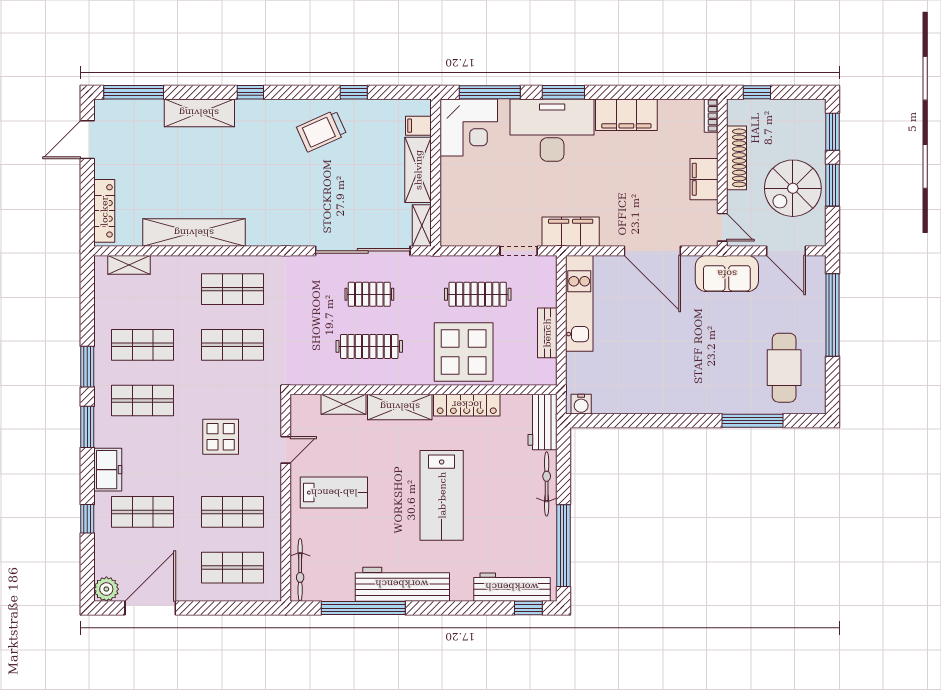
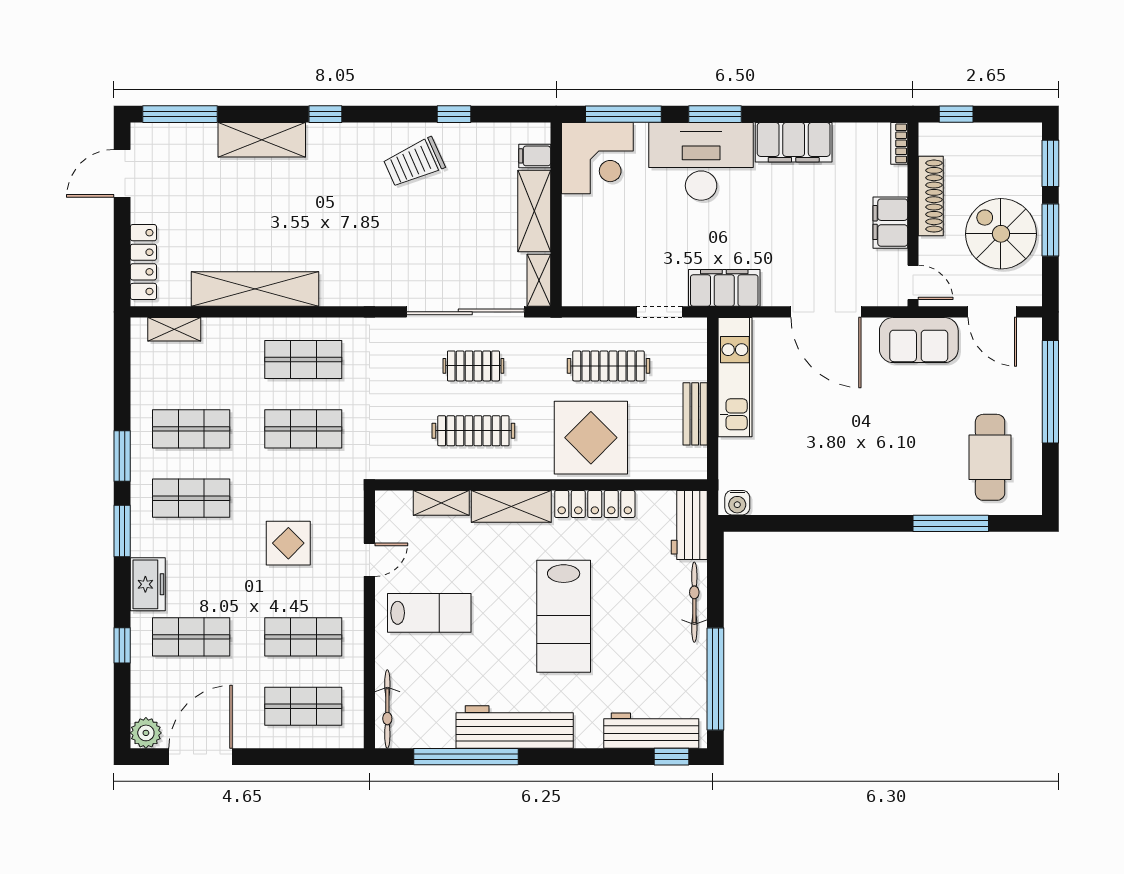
spiral stairs: (793, 188) -> (1001, 234), turned 90

